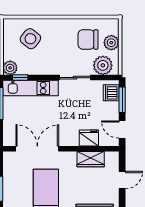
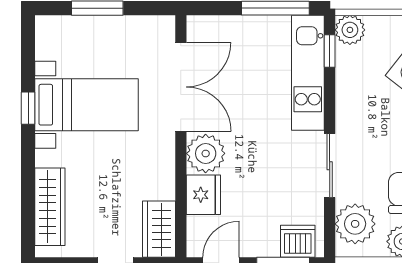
plant: (69, 137) -> (206, 153), added
wardrobe: (91, 159) -> (159, 229), moved

